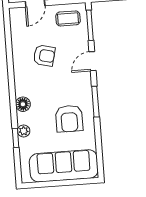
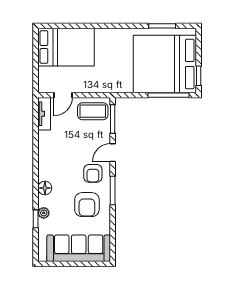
coffee table: (68, 18) -> (93, 111), width x1.36, depth x1.30
tv unit: (16, 25) -> (44, 114), added
armchair: (44, 55) -> (93, 173), moved, turned 76

